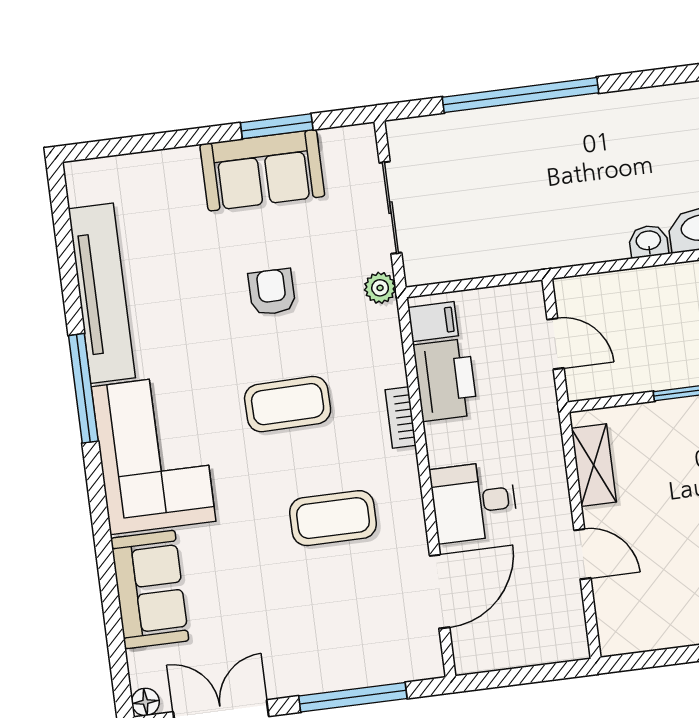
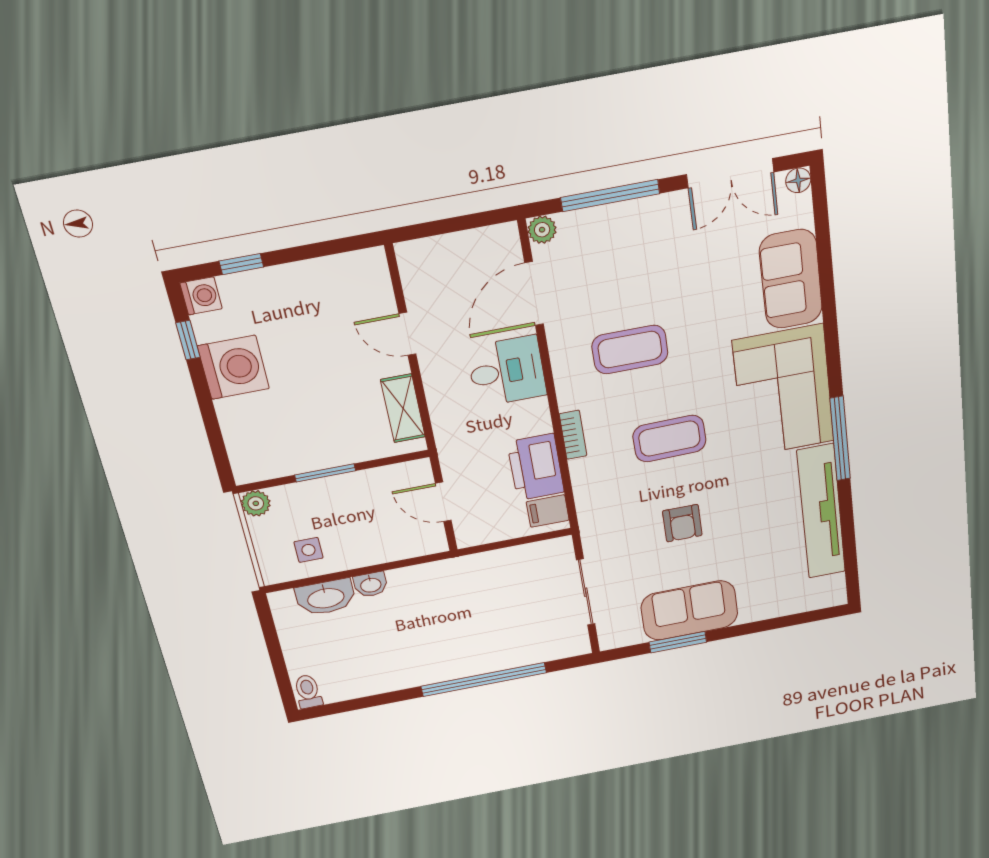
plant: (380, 288) -> (542, 230), moved

